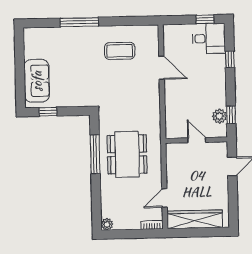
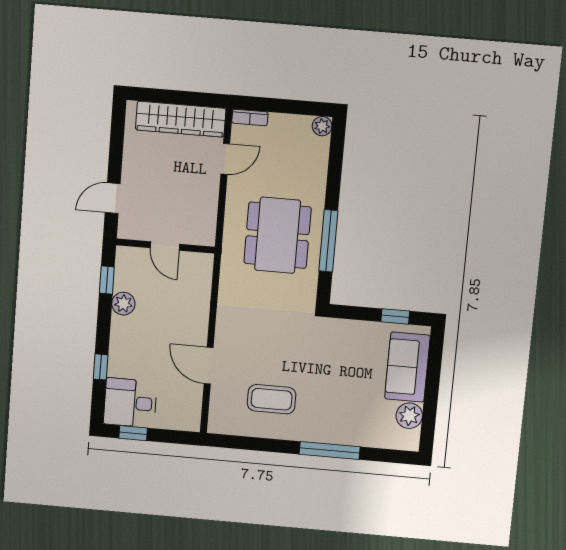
plant: (32, 50) -> (409, 416), added
plant: (220, 116) -> (123, 304), moved

